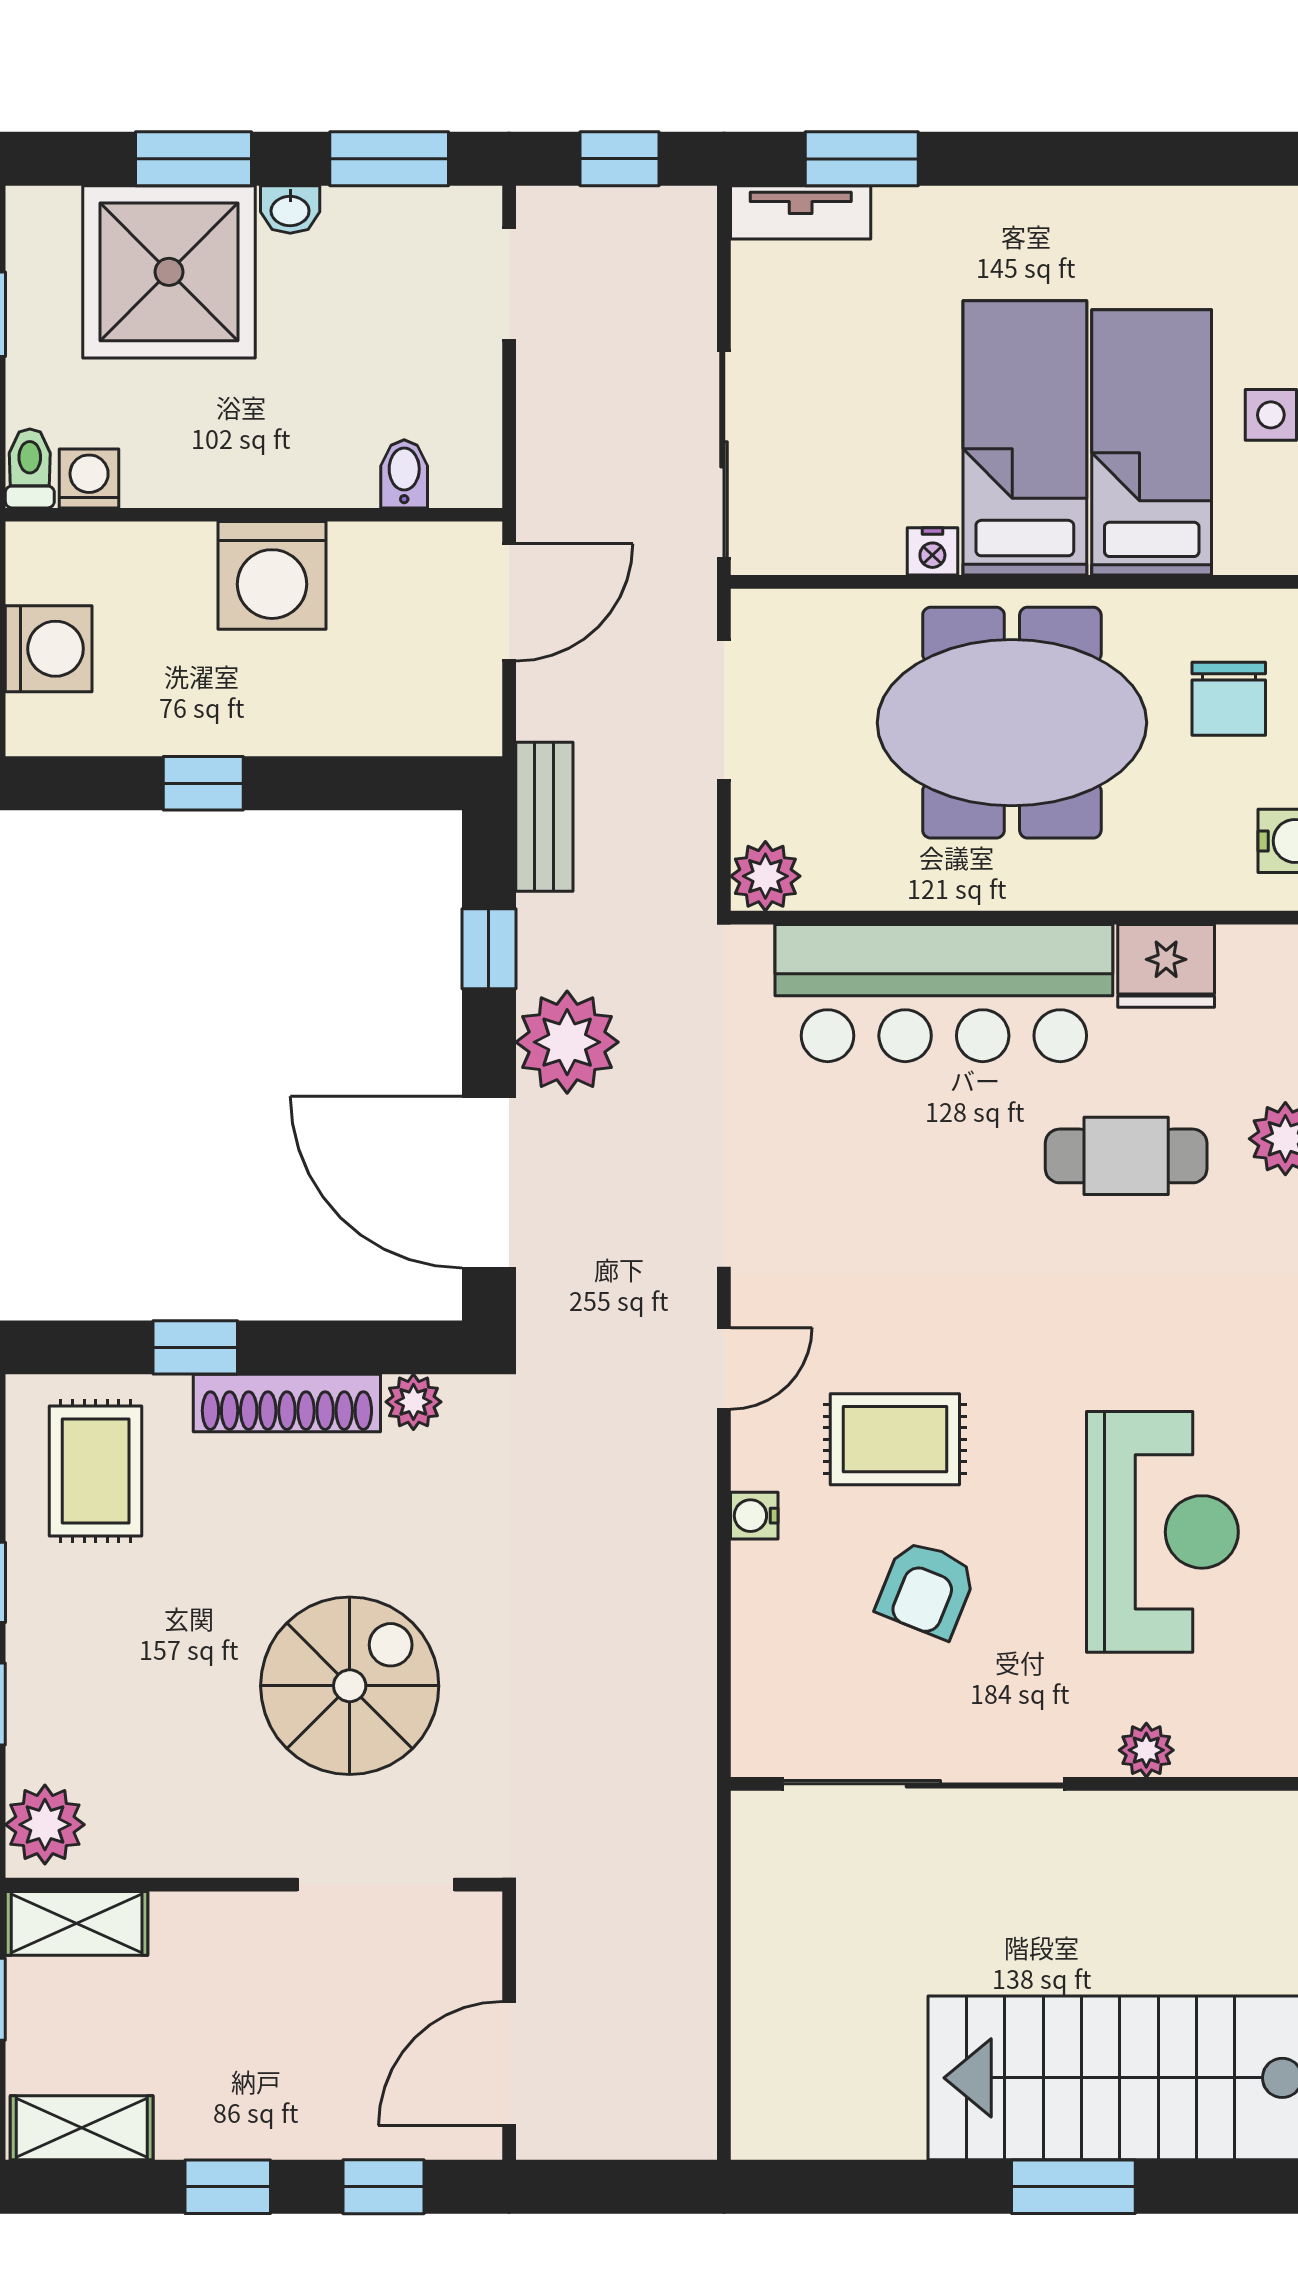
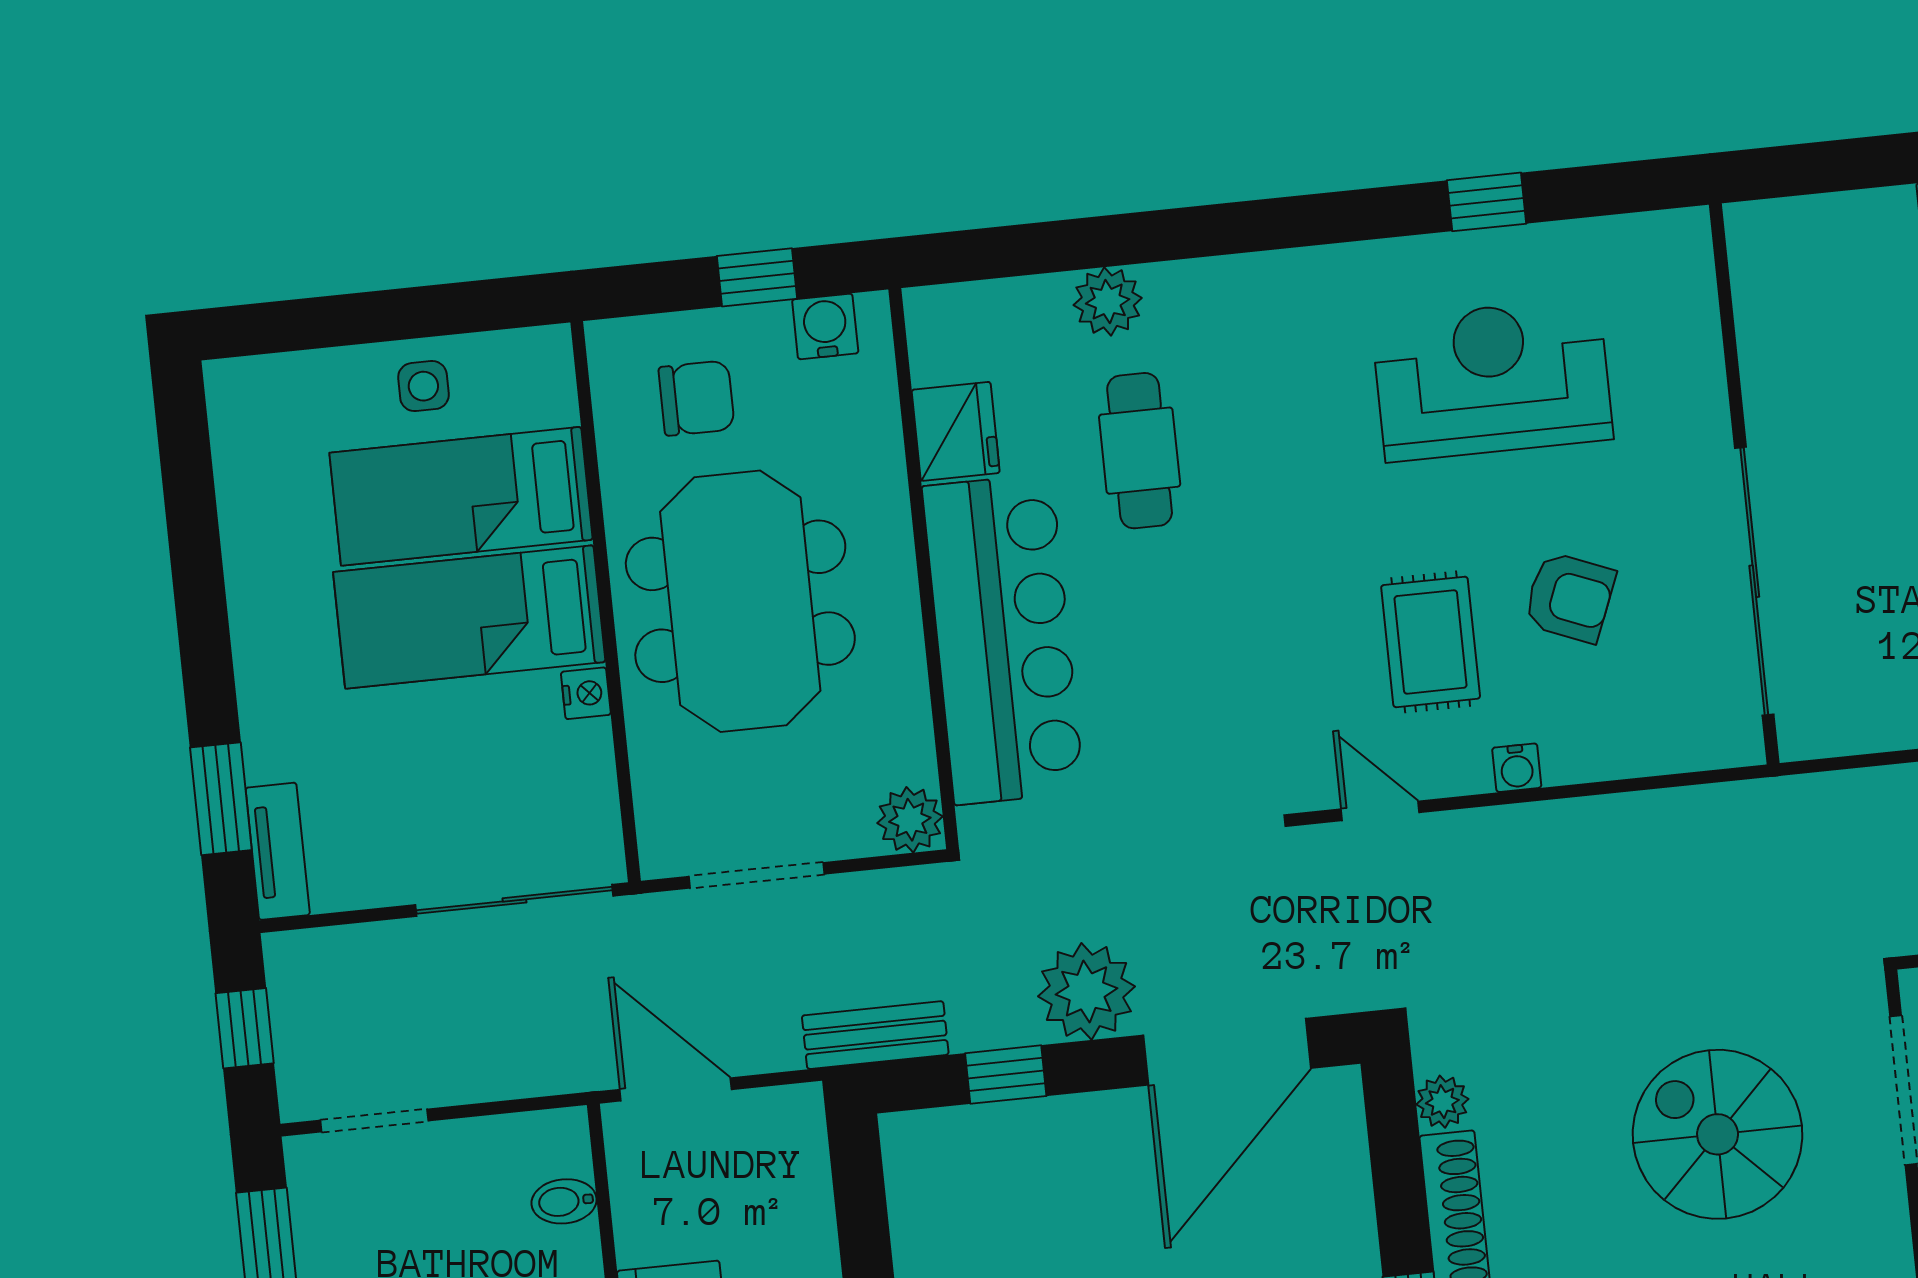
plant: (1146, 1750) -> (1701, 373), removed

